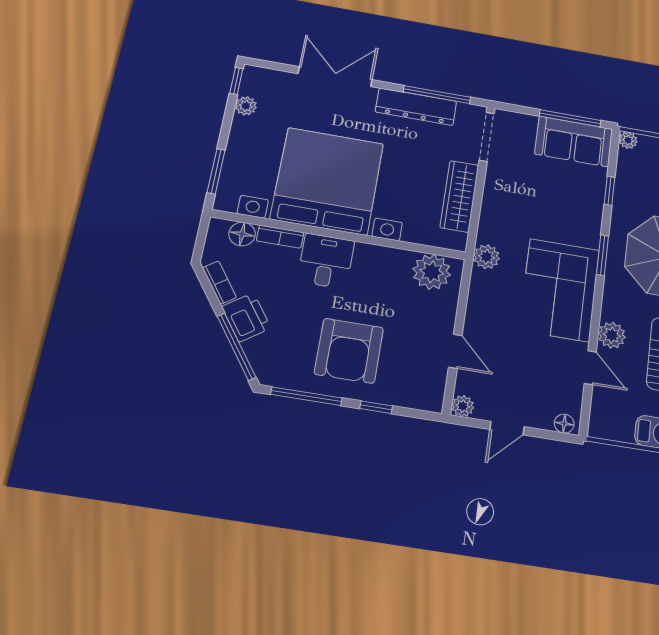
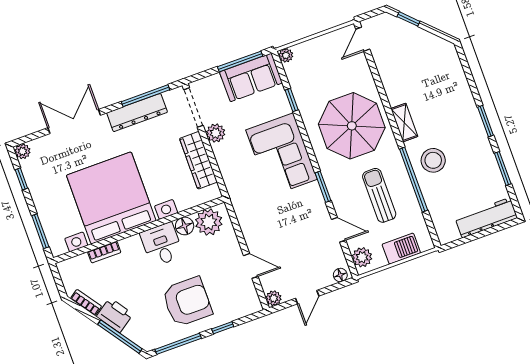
window: (236, 81) -> (21, 179), moved
plant: (246, 106) -> (22, 151), moved
floor lamp: (242, 234) -> (185, 226), moved
window: (602, 255) -> (323, 187), moved
plant: (486, 257) -> (216, 133), moved
desk: (326, 261) -> (162, 244), moved
corner sofa: (559, 290) -> (282, 155), moved
plant: (612, 335) -> (362, 257), moved
armchair: (349, 351) -> (187, 302), turned -90

